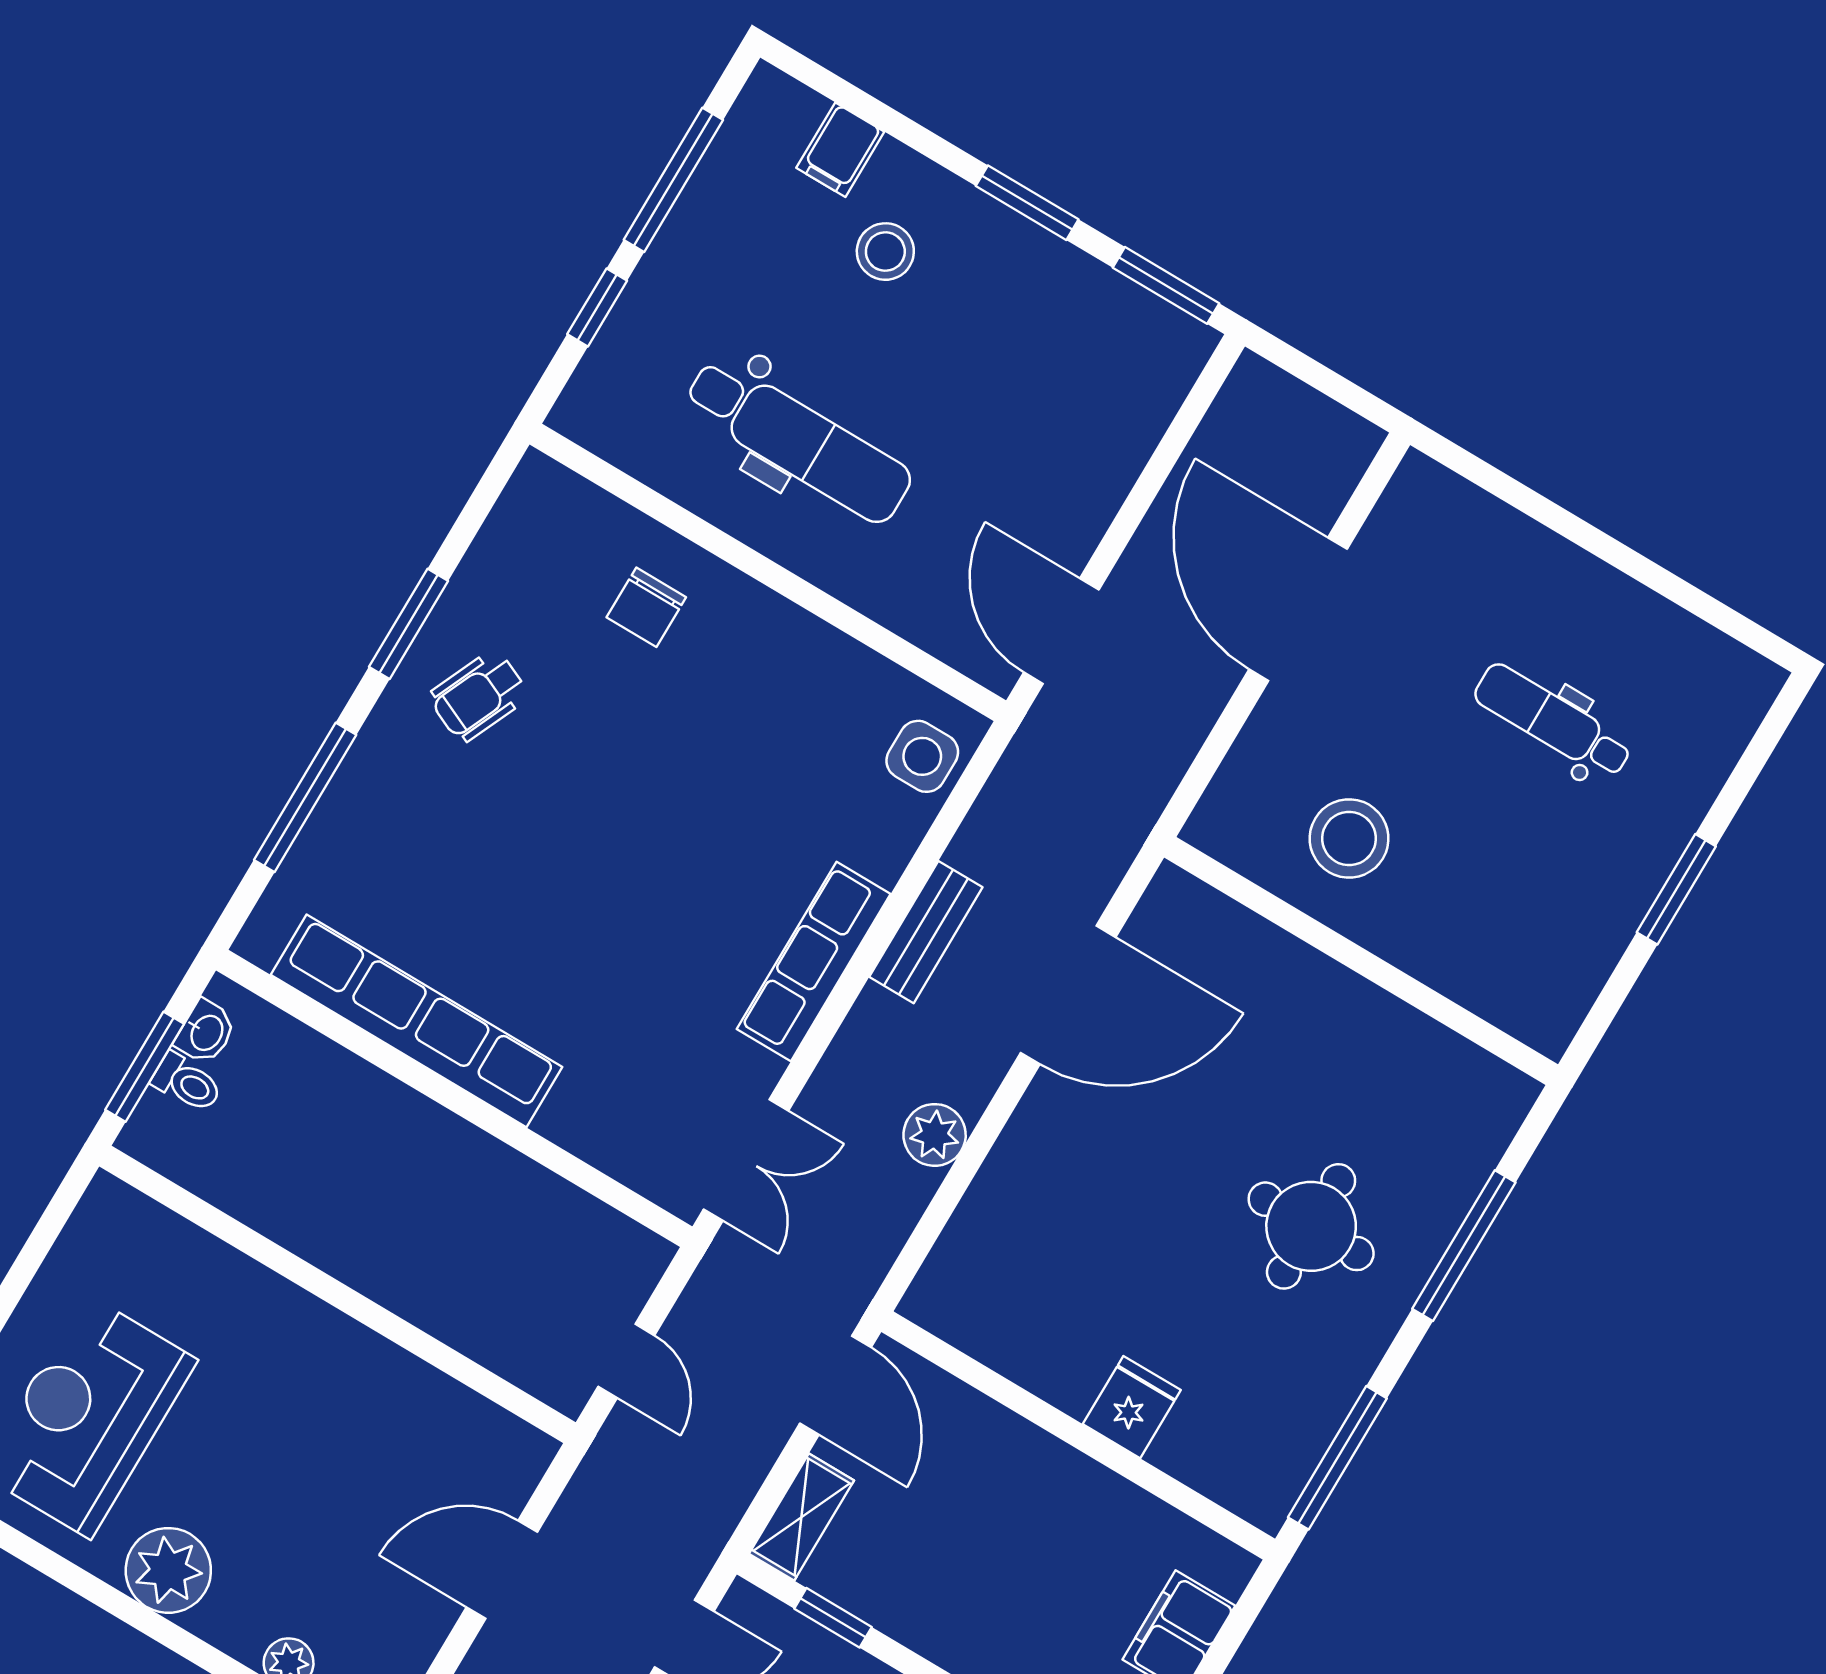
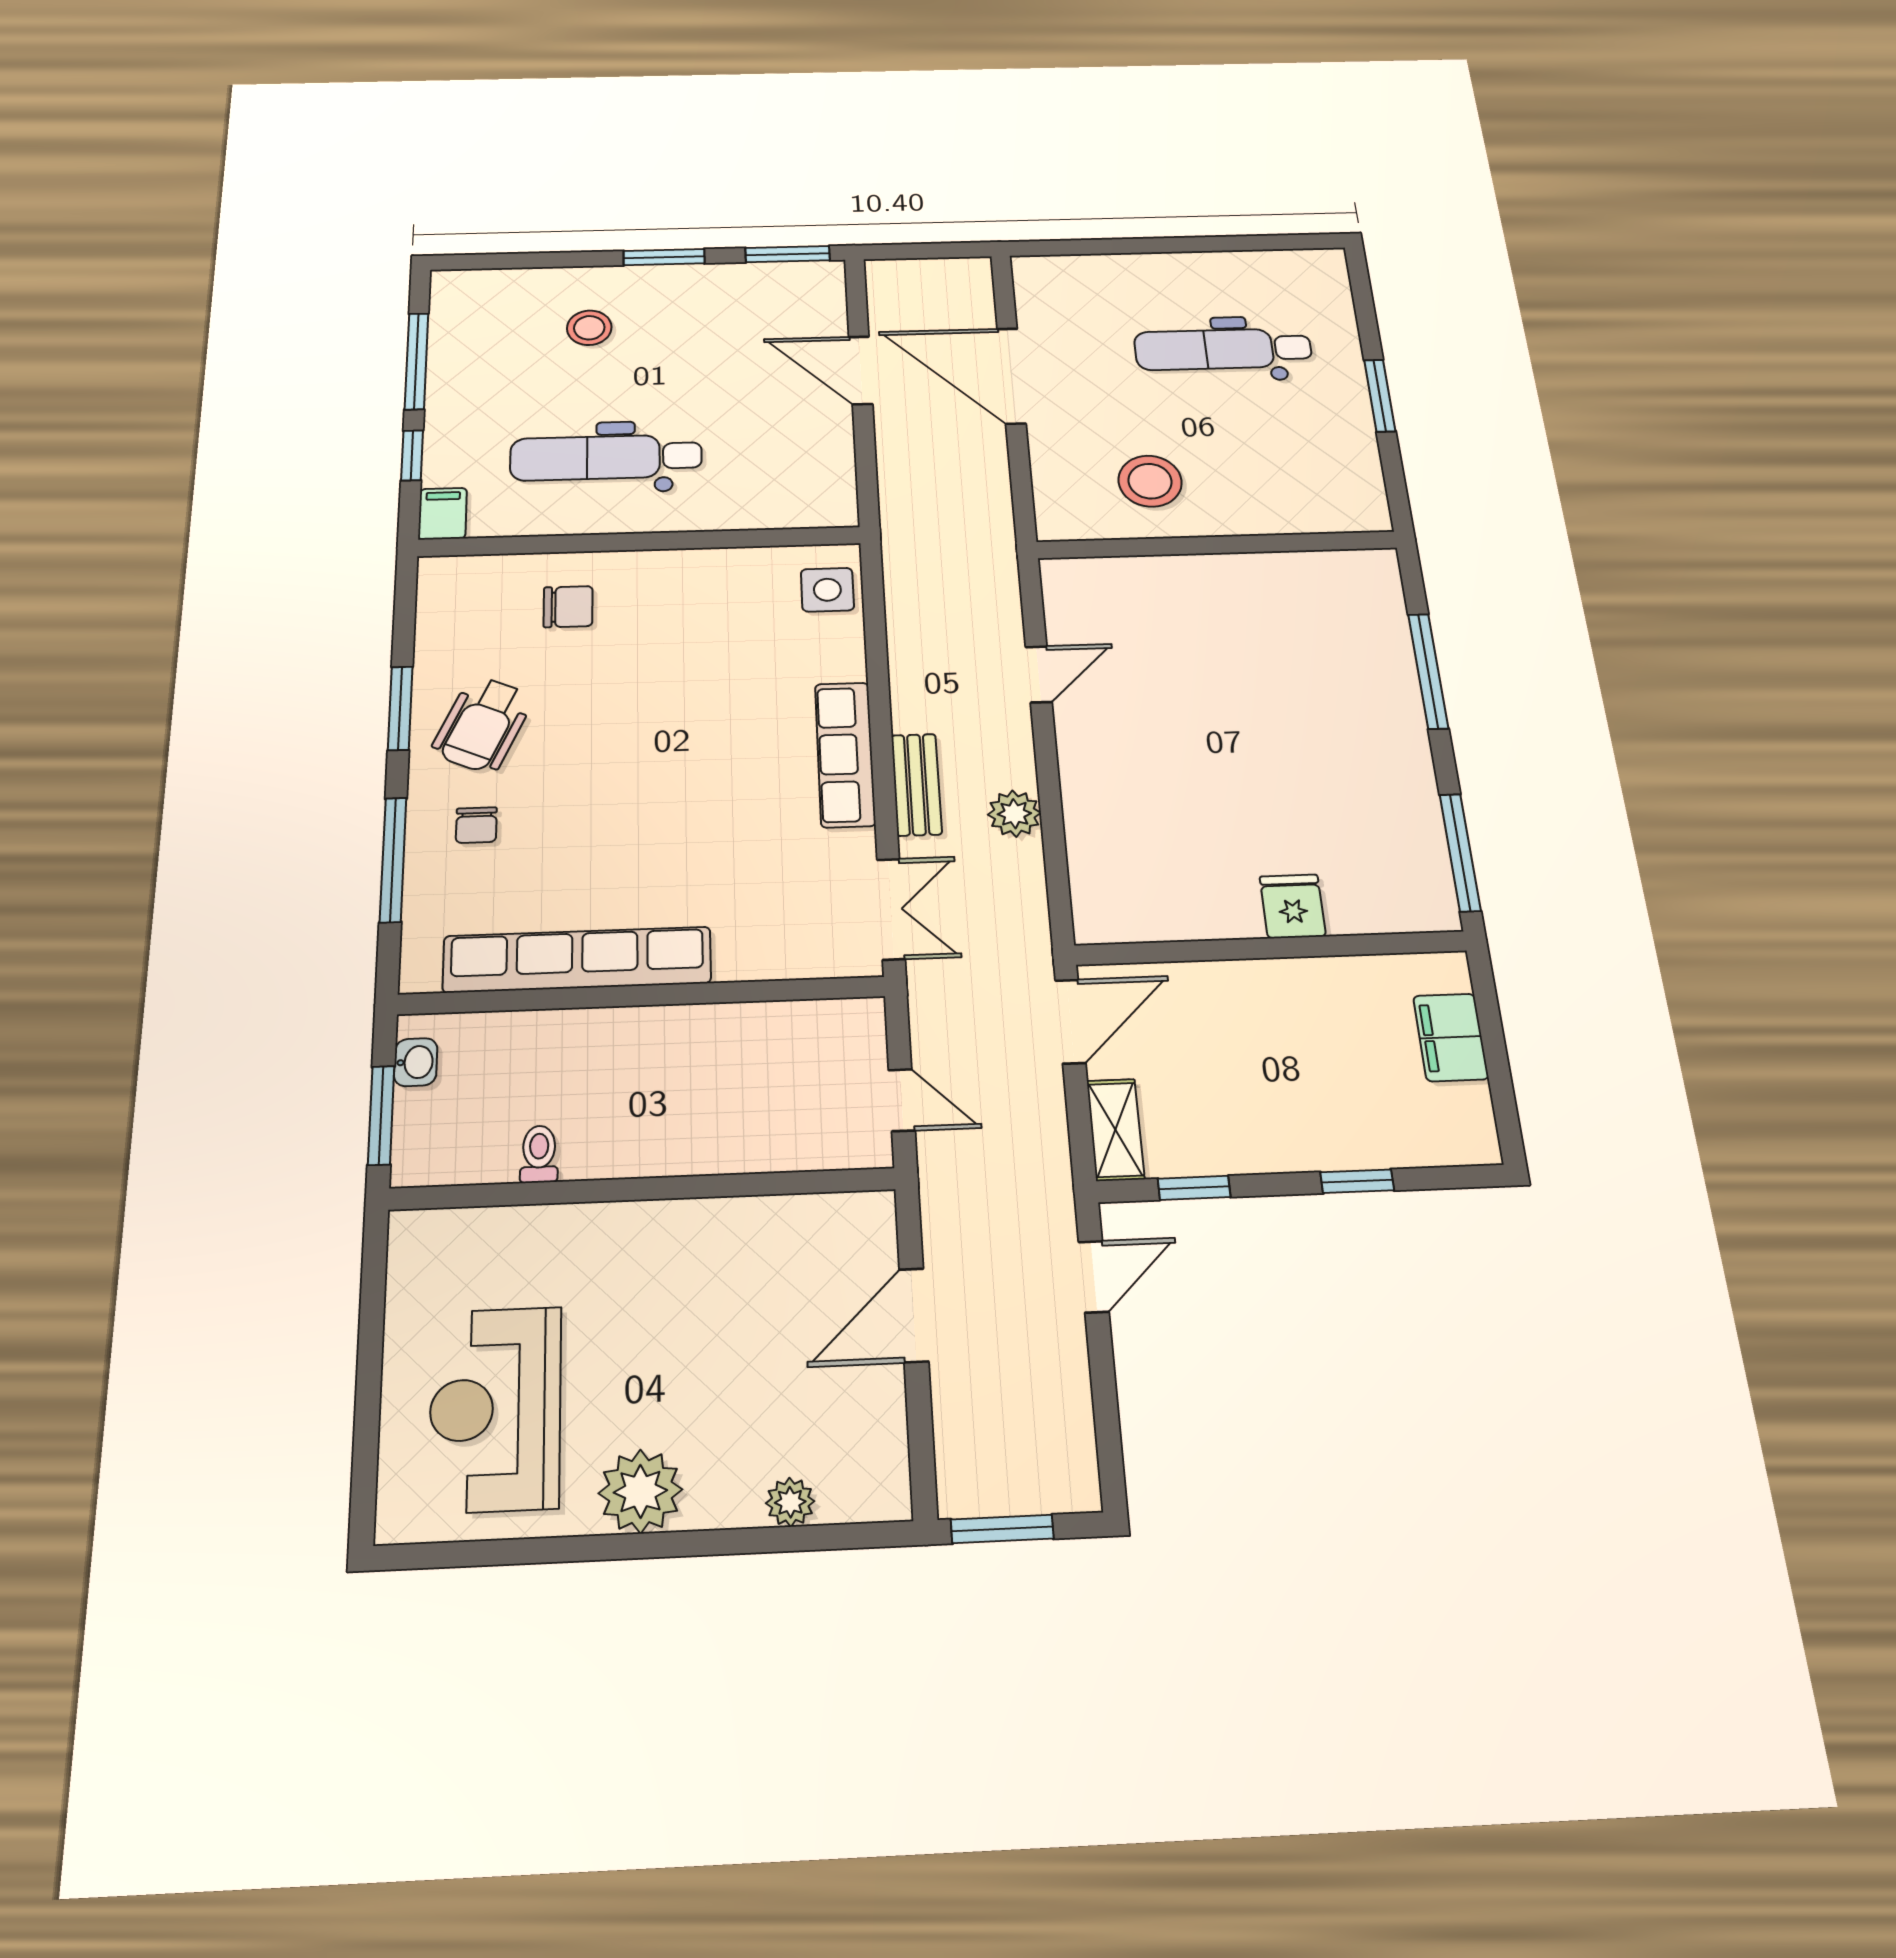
filing cabinet: (840, 150) -> (443, 514), moved, turned 180
dental chair: (798, 440) -> (606, 457), turned 180
chair: (646, 607) -> (568, 607), turned -90
door: (1061, 631) -> (861, 370), moved
wheelchair: (479, 696) -> (483, 724), width x1.36, depth x1.37
dental chair: (1553, 721) -> (1223, 349), width x1.36, depth x1.38
chair: (406, 810) -> (476, 825), added
bench: (926, 932) -> (916, 785), moved
door: (1068, 995) -> (1039, 674), width x0.53
toilet: (187, 1083) -> (539, 1154), moved, turned -90
round table: (1311, 1226) -> (1318, 719), removed
door: (835, 1385) -> (1070, 1021), hinge flipped

